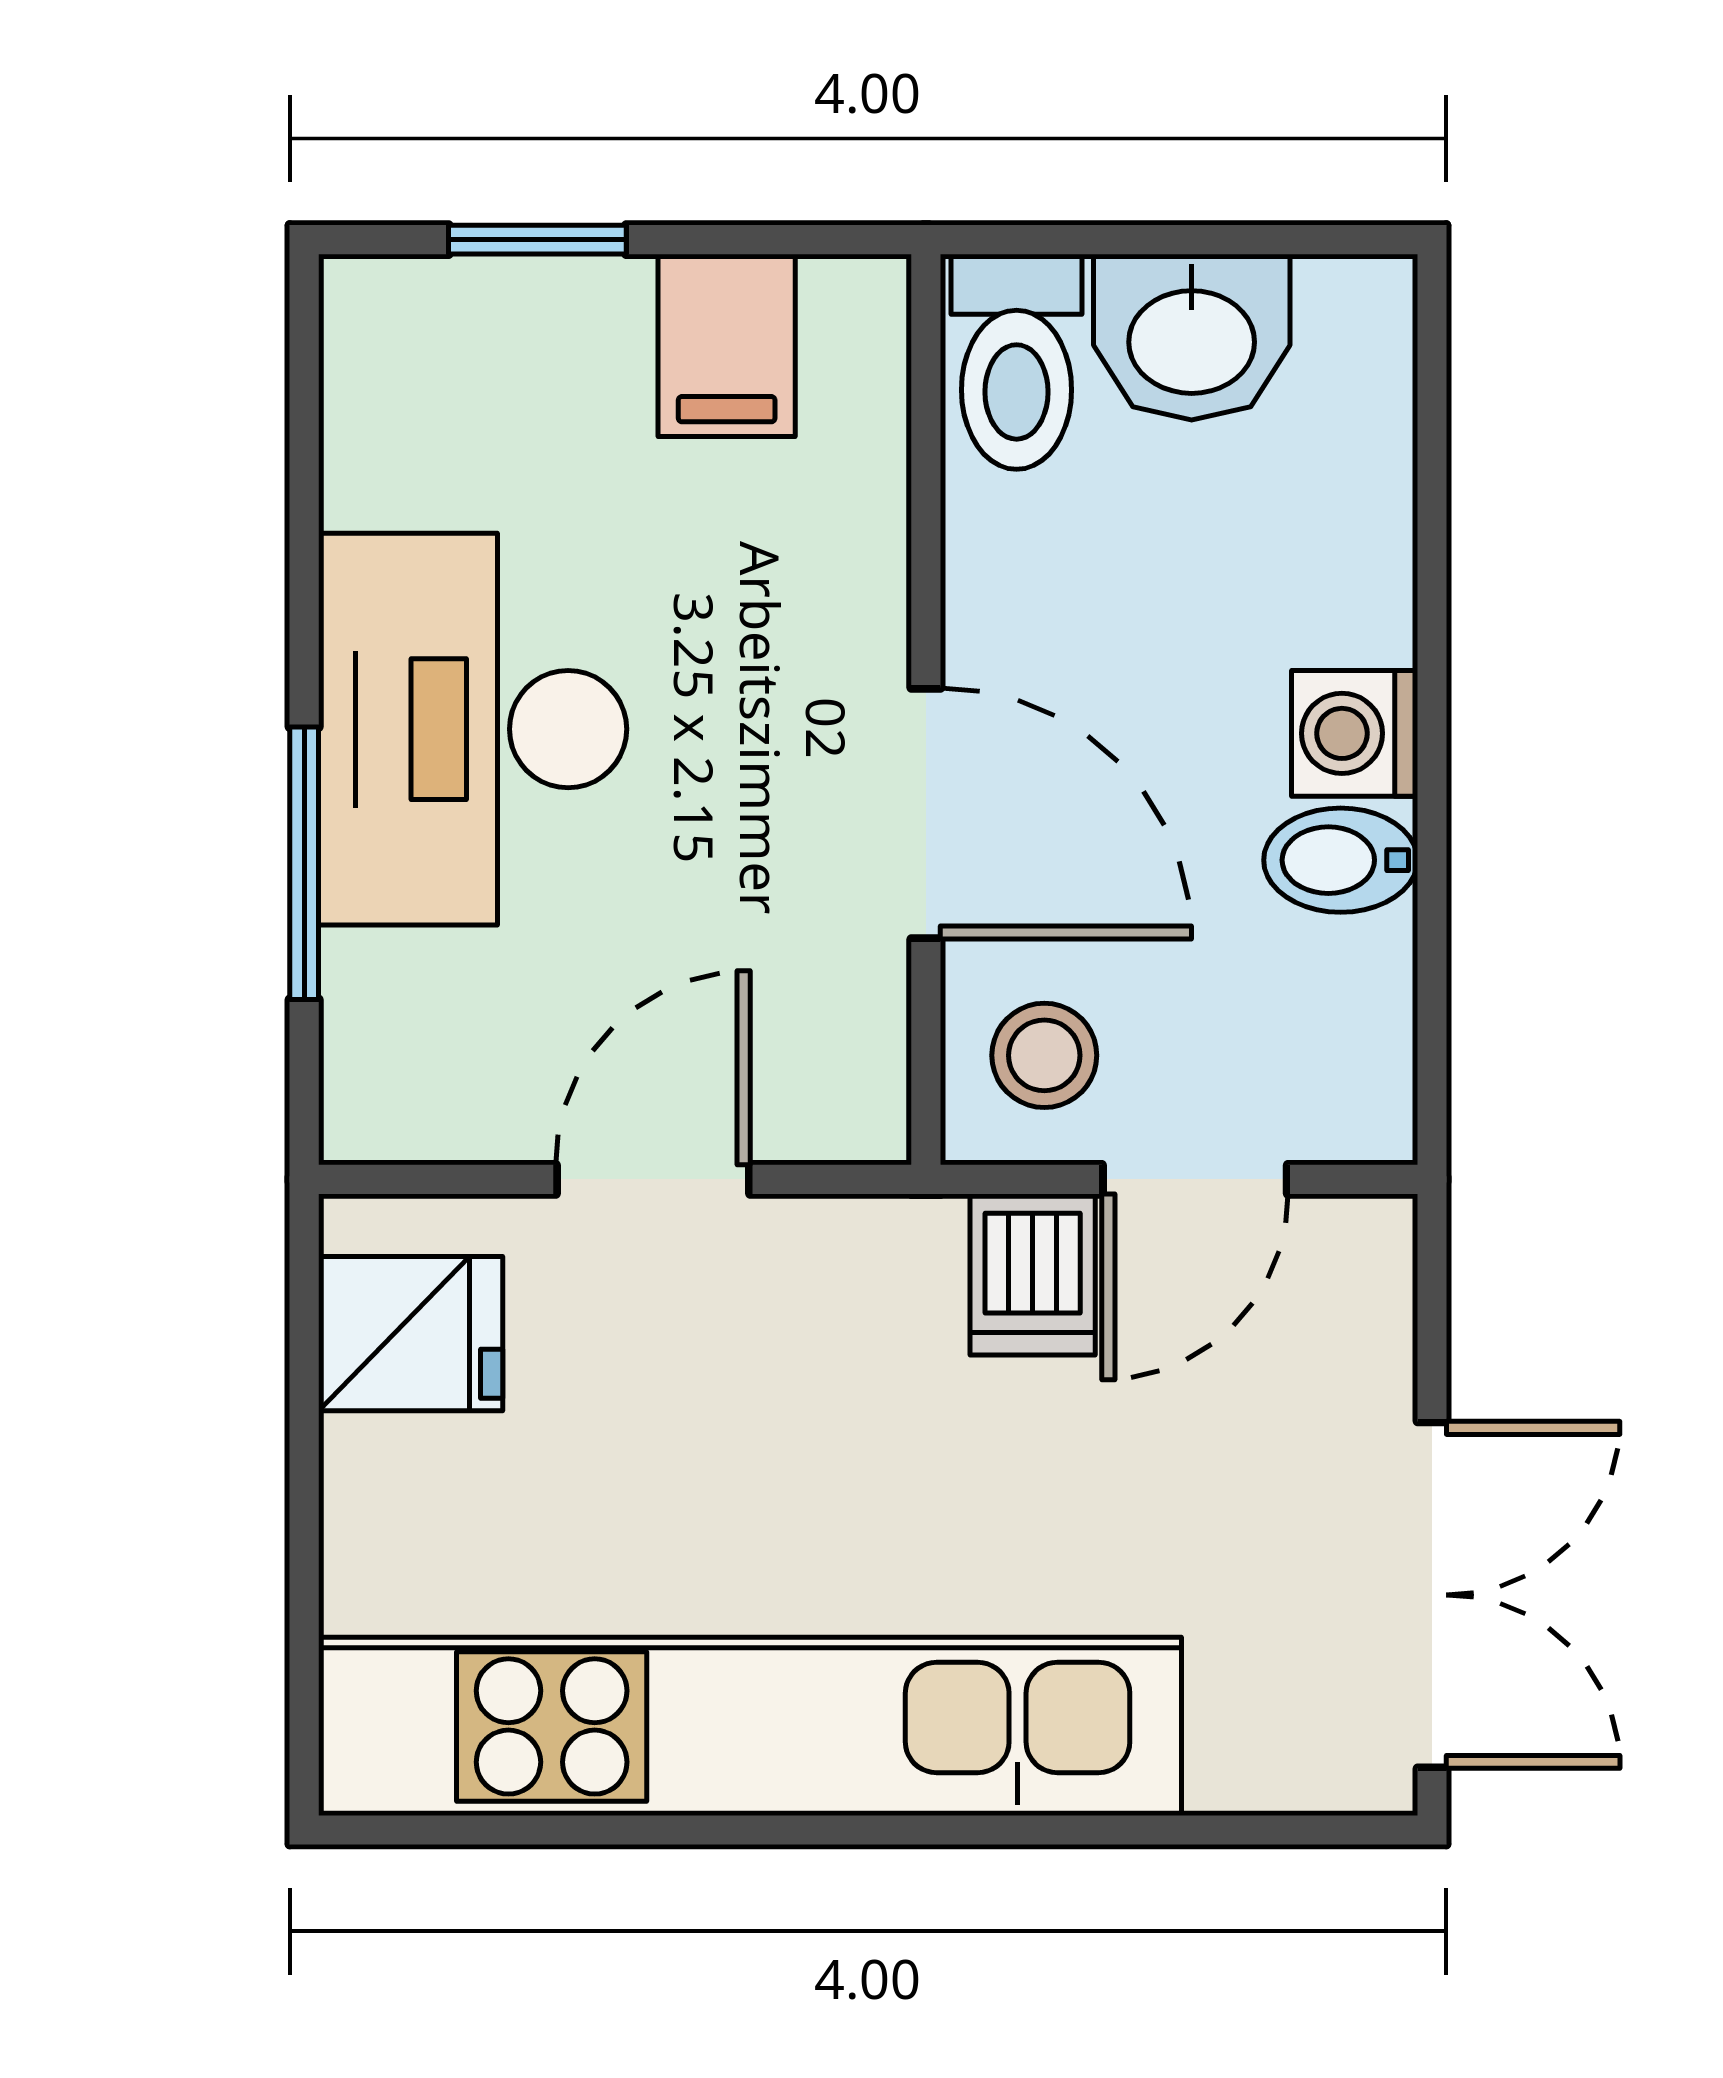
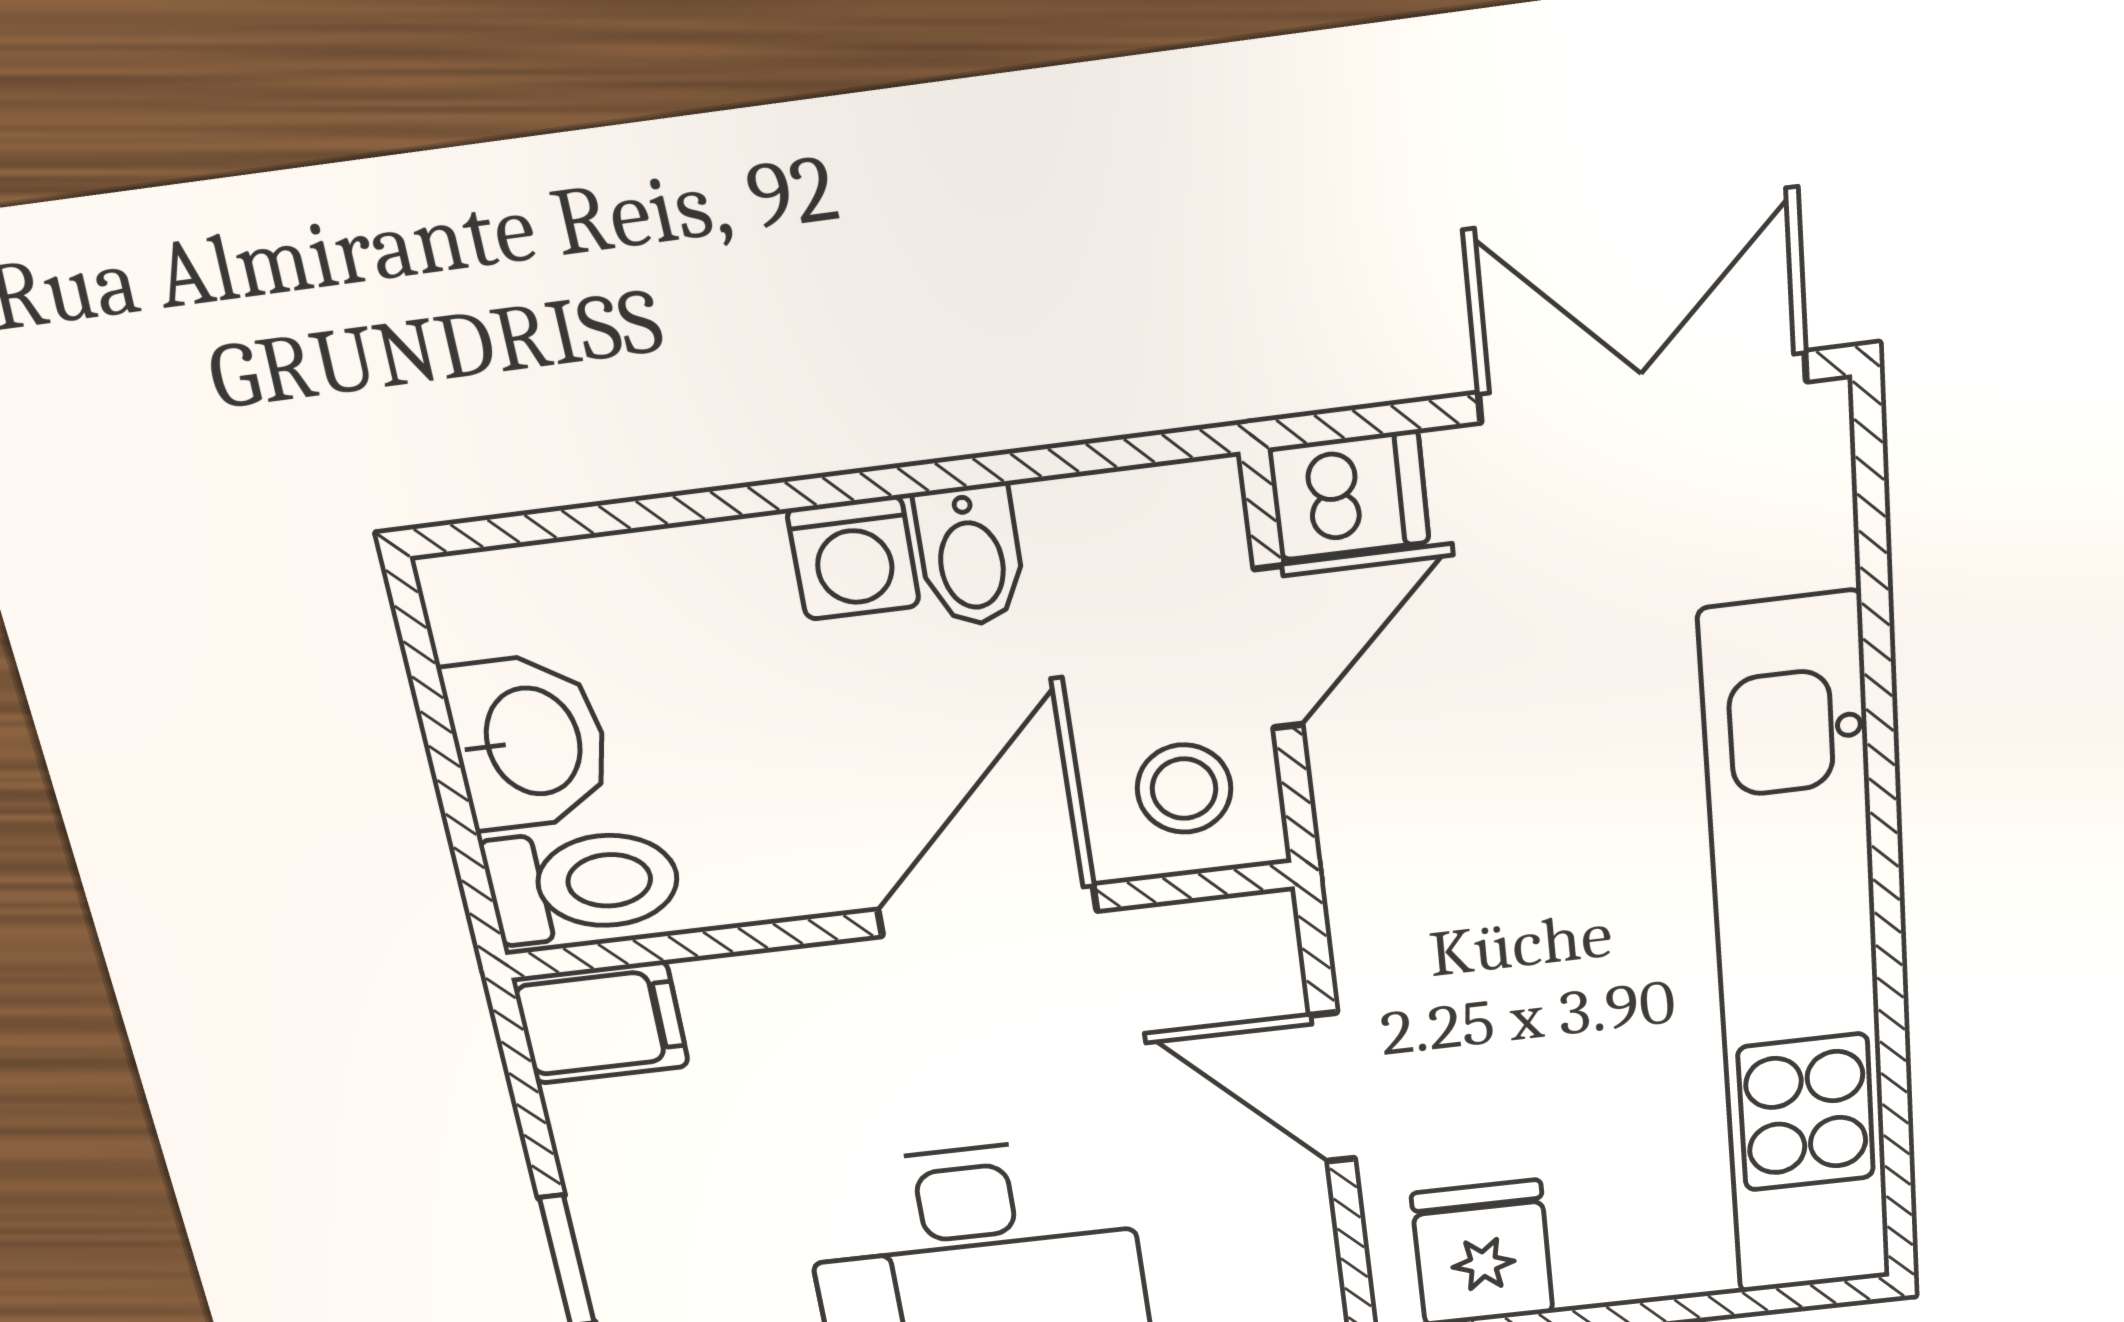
filing cabinet: (727, 345) -> (601, 1022), moved
door: (1195, 1179) -> (1278, 648), hinge flipped
dishwasher: (1033, 1274) -> (1349, 495), moved

